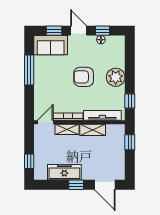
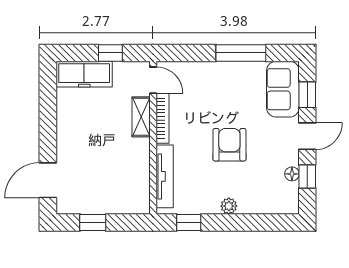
plant: (116, 77) -> (229, 206), width x0.53, depth x0.53
shelving: (93, 130) -> (140, 160), removed
window: (130, 142) -> (93, 222), moved
window: (29, 161) -> (110, 53), moved
freezer: (64, 172) -> (84, 74), moved, turned 90
window: (76, 185) -> (48, 132), removed

